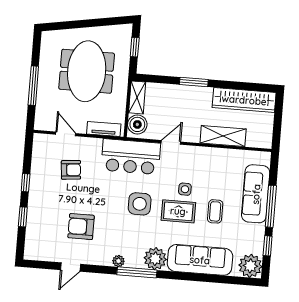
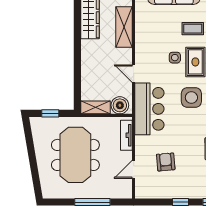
meeting table: (87, 71) -> (75, 155), turned 90
window: (194, 82) -> (77, 57), removed

